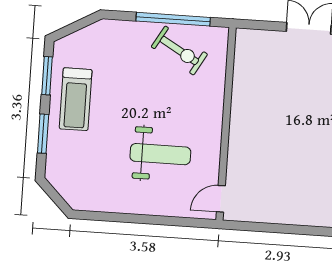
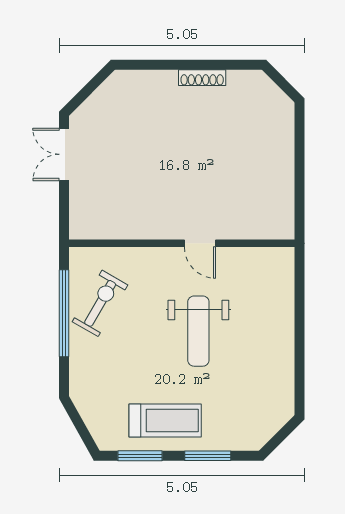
weight bench: (160, 154) -> (198, 331), moved, turned 180
door: (221, 199) -> (200, 243), moved

